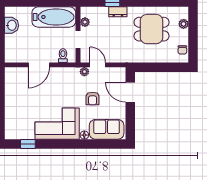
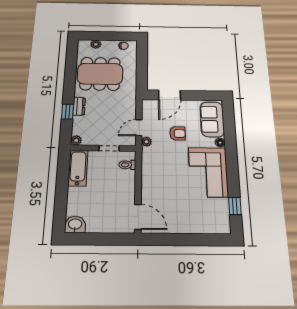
bathtub: (54, 17) -> (78, 168), width x0.73, depth x0.73
plant: (85, 22) -> (76, 140), moved
washbasin: (12, 25) -> (75, 225), moved
dining table: (152, 29) -> (100, 74), width x1.38
door: (39, 65) -> (138, 217), moved

